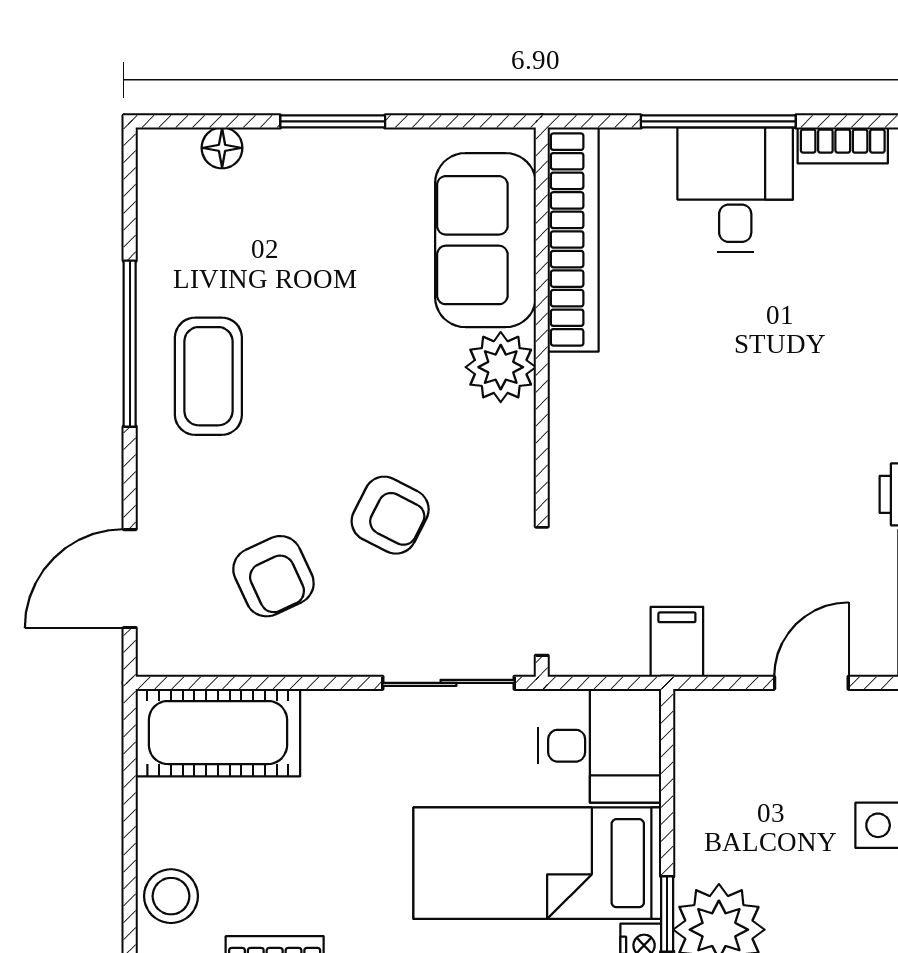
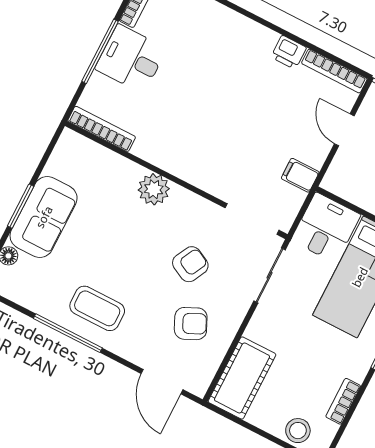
bookcase: (573, 239) -> (102, 129), width x0.68, depth x0.76
sofa: (485, 240) -> (44, 217), moved, turned -90

